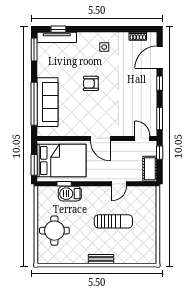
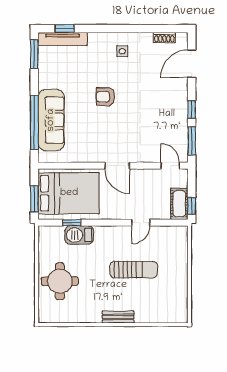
window: (160, 83) -> (192, 109), moved
window: (160, 153) -> (192, 206), moved

